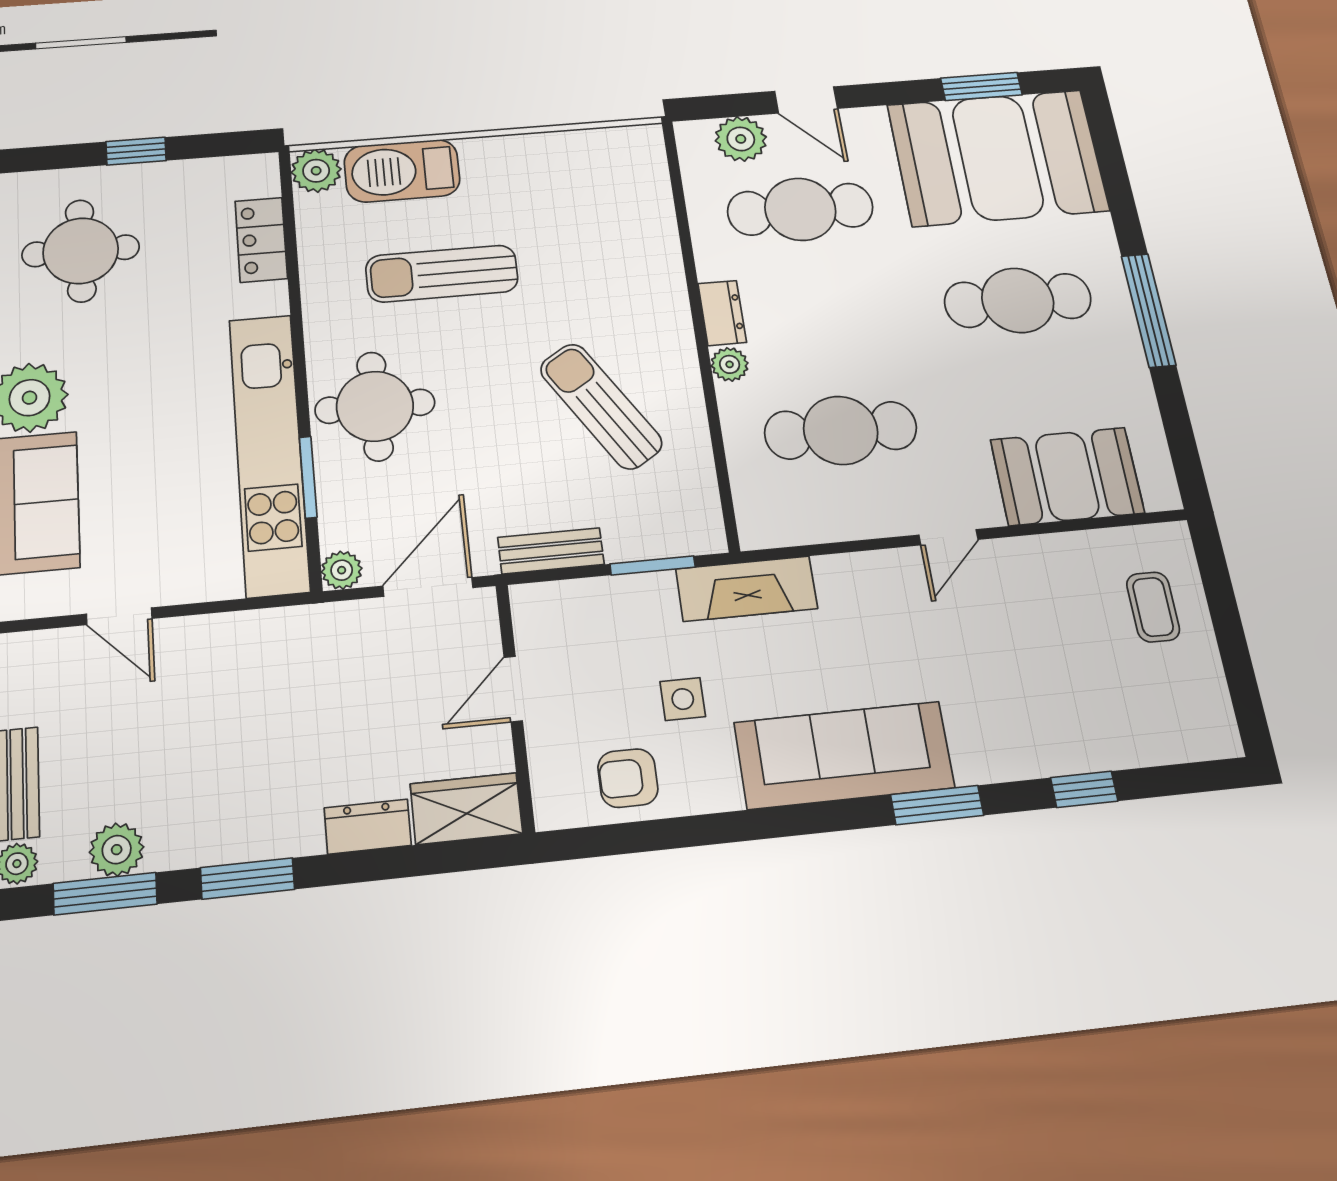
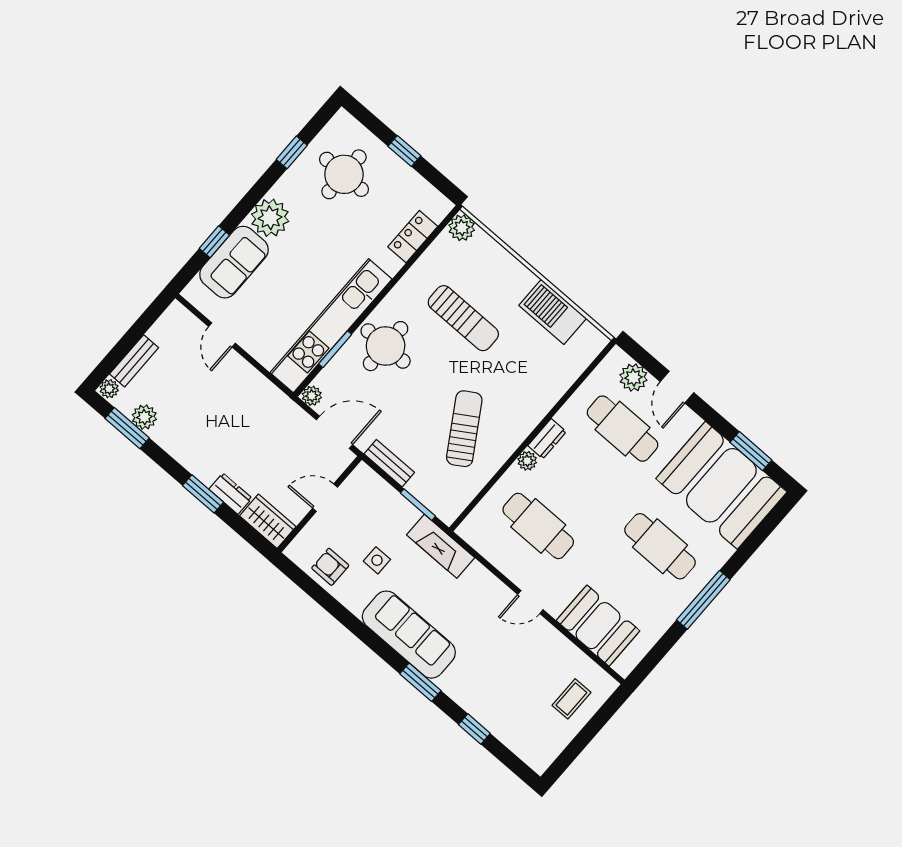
barbecue: (402, 171) -> (553, 312), moved
sun lounger: (442, 274) -> (463, 318), turned 180
window: (247, 879) -> (203, 494), moved

